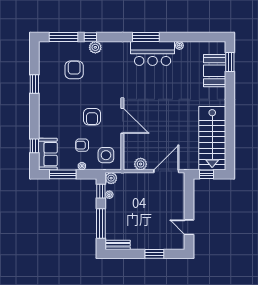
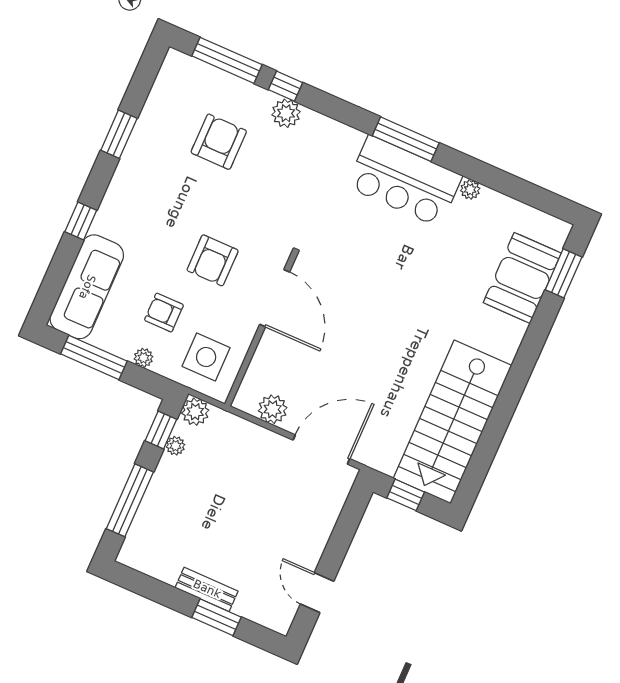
window: (34, 146) -> (81, 221), moved
sofa: (48, 154) -> (87, 287), width x1.36
bench: (118, 245) -> (207, 589), moved

